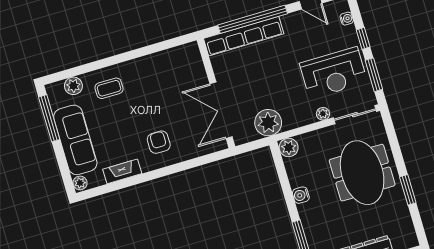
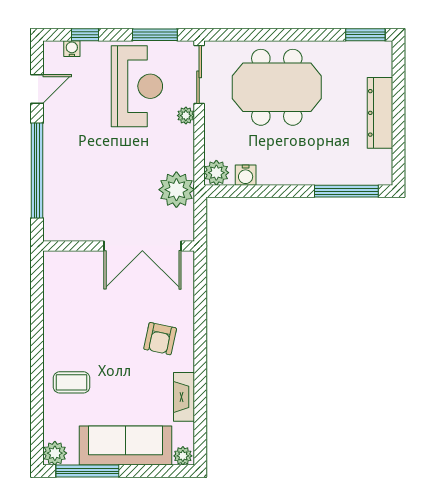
row of seats: (244, 36) -> (55, 188), removed
window: (363, 38) -> (85, 35), moved
plant: (73, 86) -> (55, 453), moved
coffee table: (109, 88) -> (71, 382), turned 90
armchair: (159, 142) -> (160, 339), turned -78
window: (408, 190) -> (365, 35), moved
water cooler: (301, 195) -> (246, 175), moved

